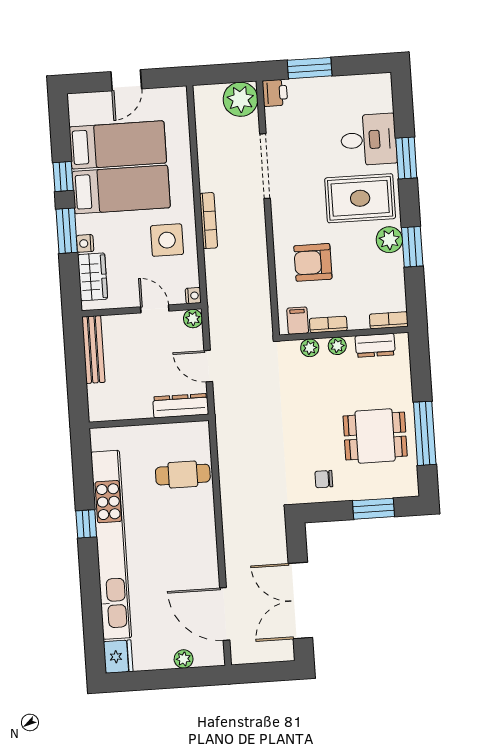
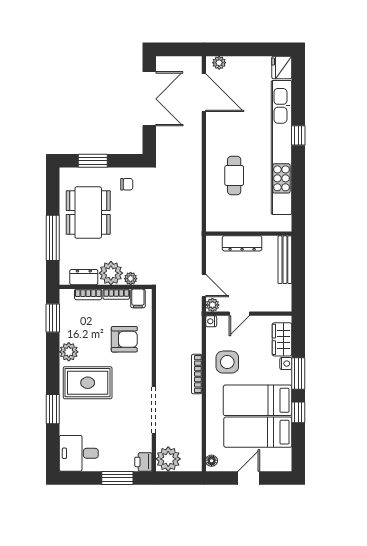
floor lamp: (180, 101) -> (212, 461), added
desk: (369, 140) -> (79, 453), moved
window: (412, 247) -> (53, 318), moved
door: (155, 309) -> (239, 314), hinge flipped
bookcase: (389, 320) -> (88, 294), moved
plant: (337, 346) -> (111, 273), width x1.88, depth x1.88
bench: (93, 349) -> (285, 260), moved
door: (208, 366) -> (204, 286), moved
dresser: (181, 406) -> (242, 243), moved
window: (425, 433) -> (53, 238), moved
dining table: (375, 436) -> (88, 213), width x1.37
cafe table: (183, 475) -> (234, 175), moved, turned 90
window: (86, 524) -> (298, 135), moved
plant: (184, 659) -> (219, 63), moved

